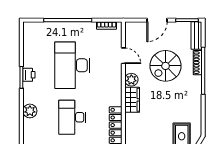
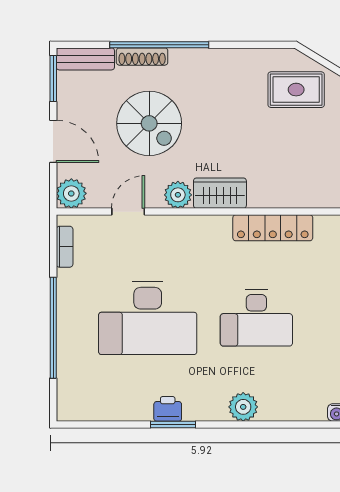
plant: (132, 29) -> (71, 193), added

